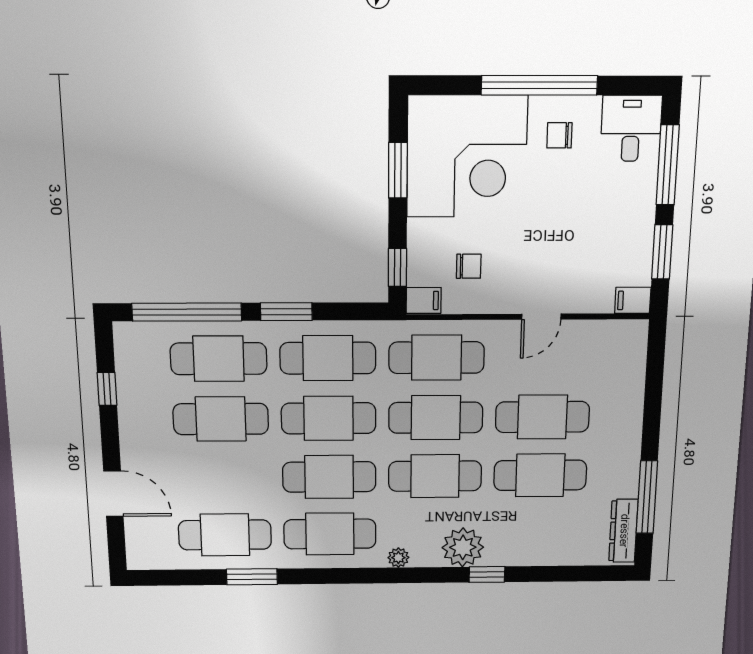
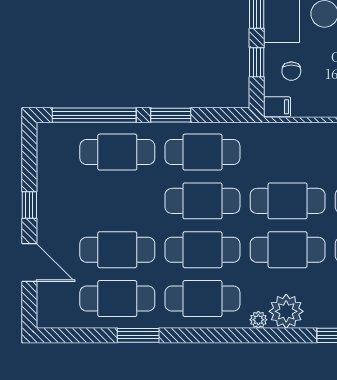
chair: (469, 266) -> (291, 71), moved, turned 90
window: (397, 267) -> (257, 62), moved
cafe table: (437, 358) -> (288, 152), removed
window: (107, 389) -> (29, 205), moved
cafe table: (221, 419) -> (117, 250), moved
plant: (463, 547) -> (286, 311), moved

